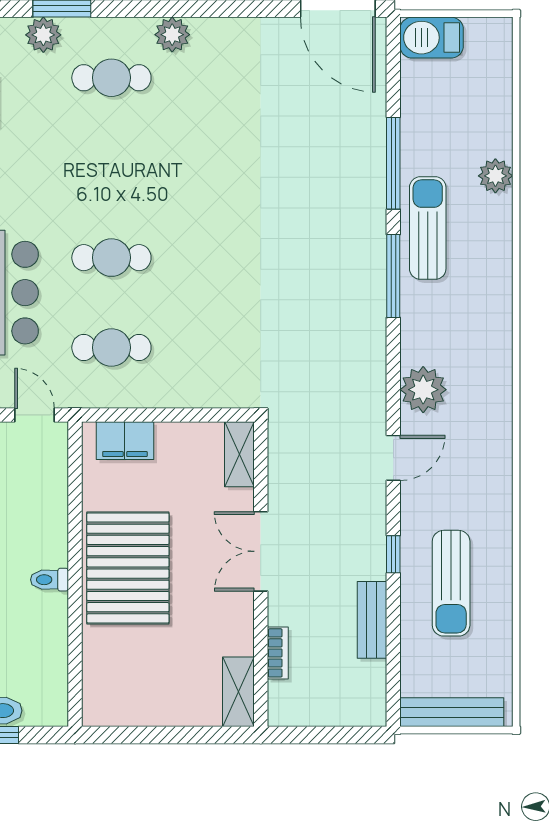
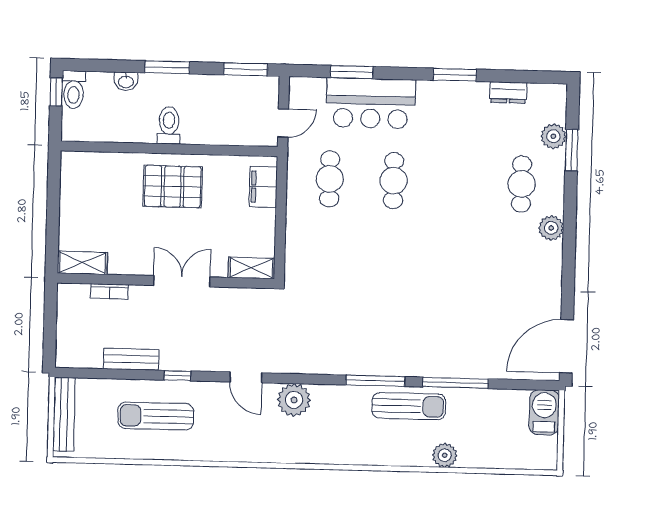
pallet: (128, 568) -> (173, 187), width x0.73, depth x0.71
toilet: (49, 580) -> (169, 125), width x1.37, depth x1.39

